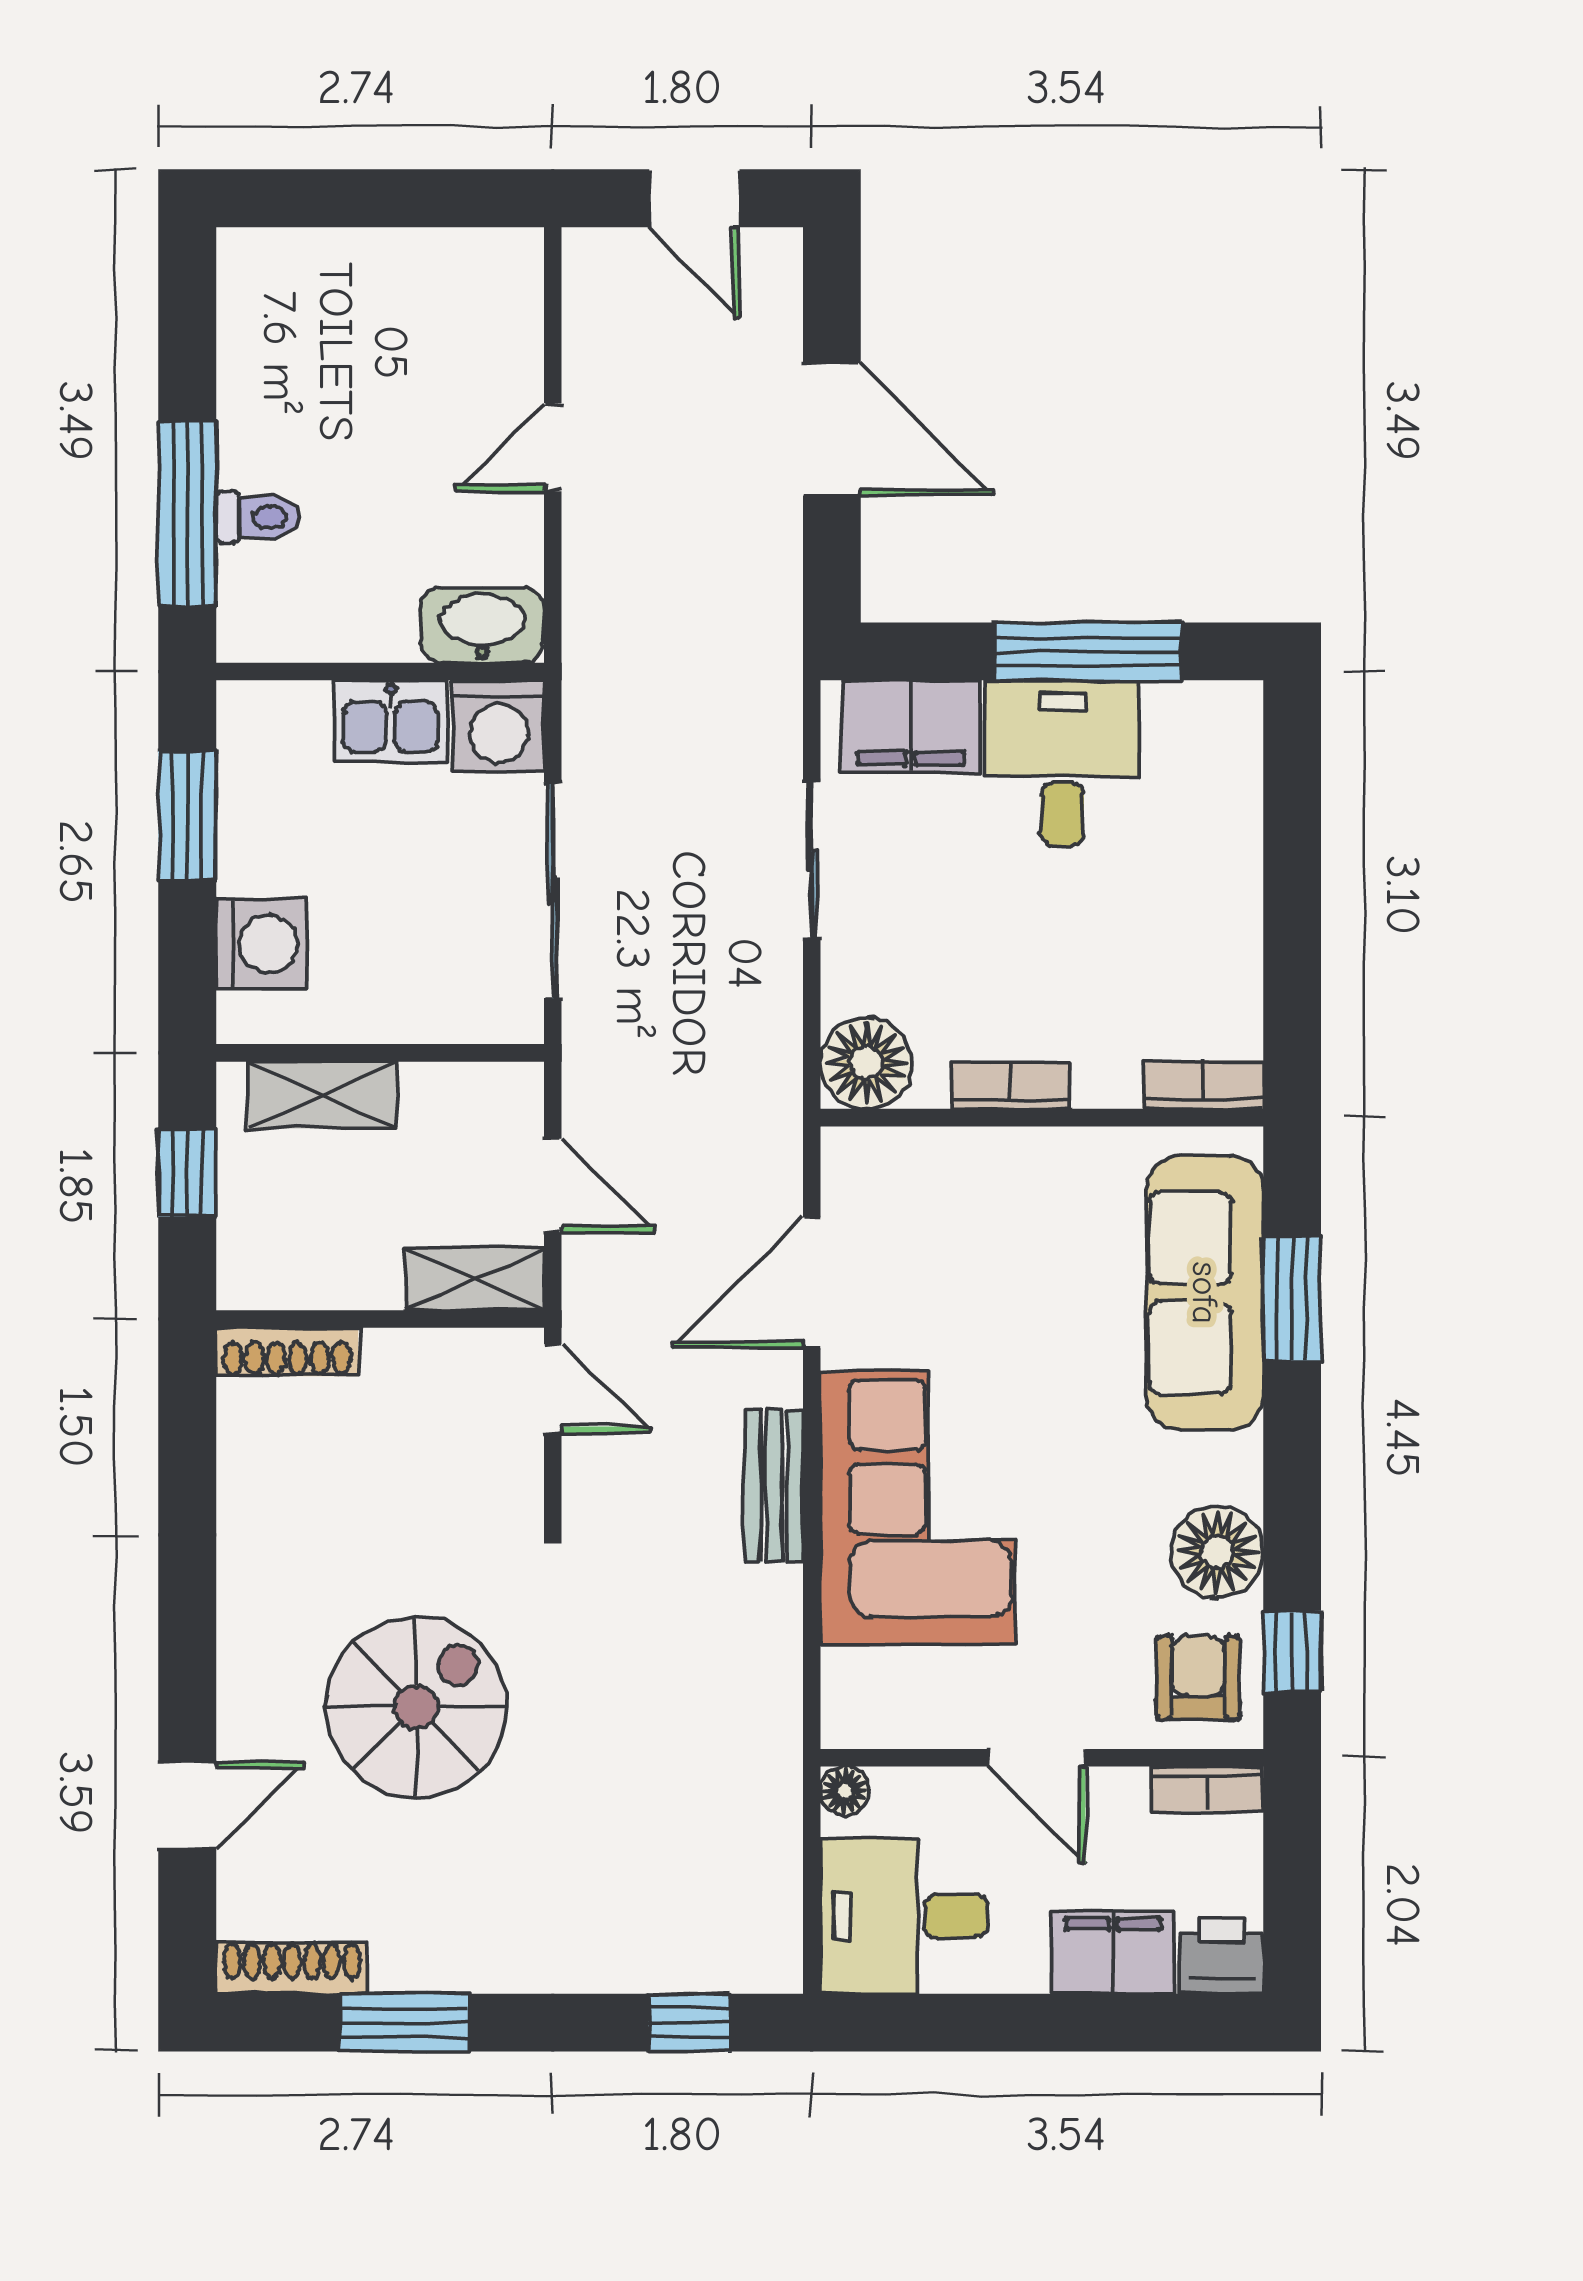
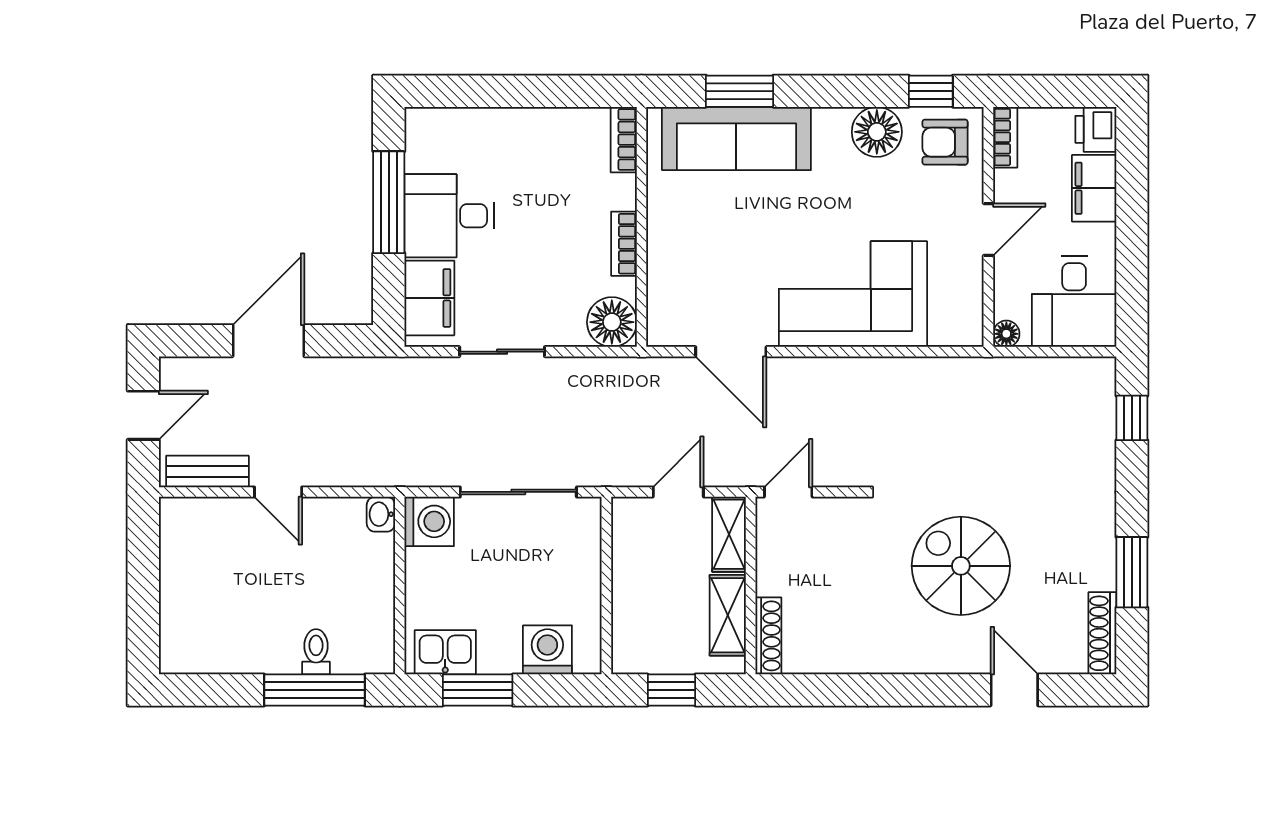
washbasin: (482, 625) -> (381, 514), width x0.52, depth x0.69
kitchen sink: (391, 721) -> (445, 652), moved, turned -90
shelving: (322, 1095) -> (728, 615), moved
bench: (774, 1486) -> (207, 471), moved

